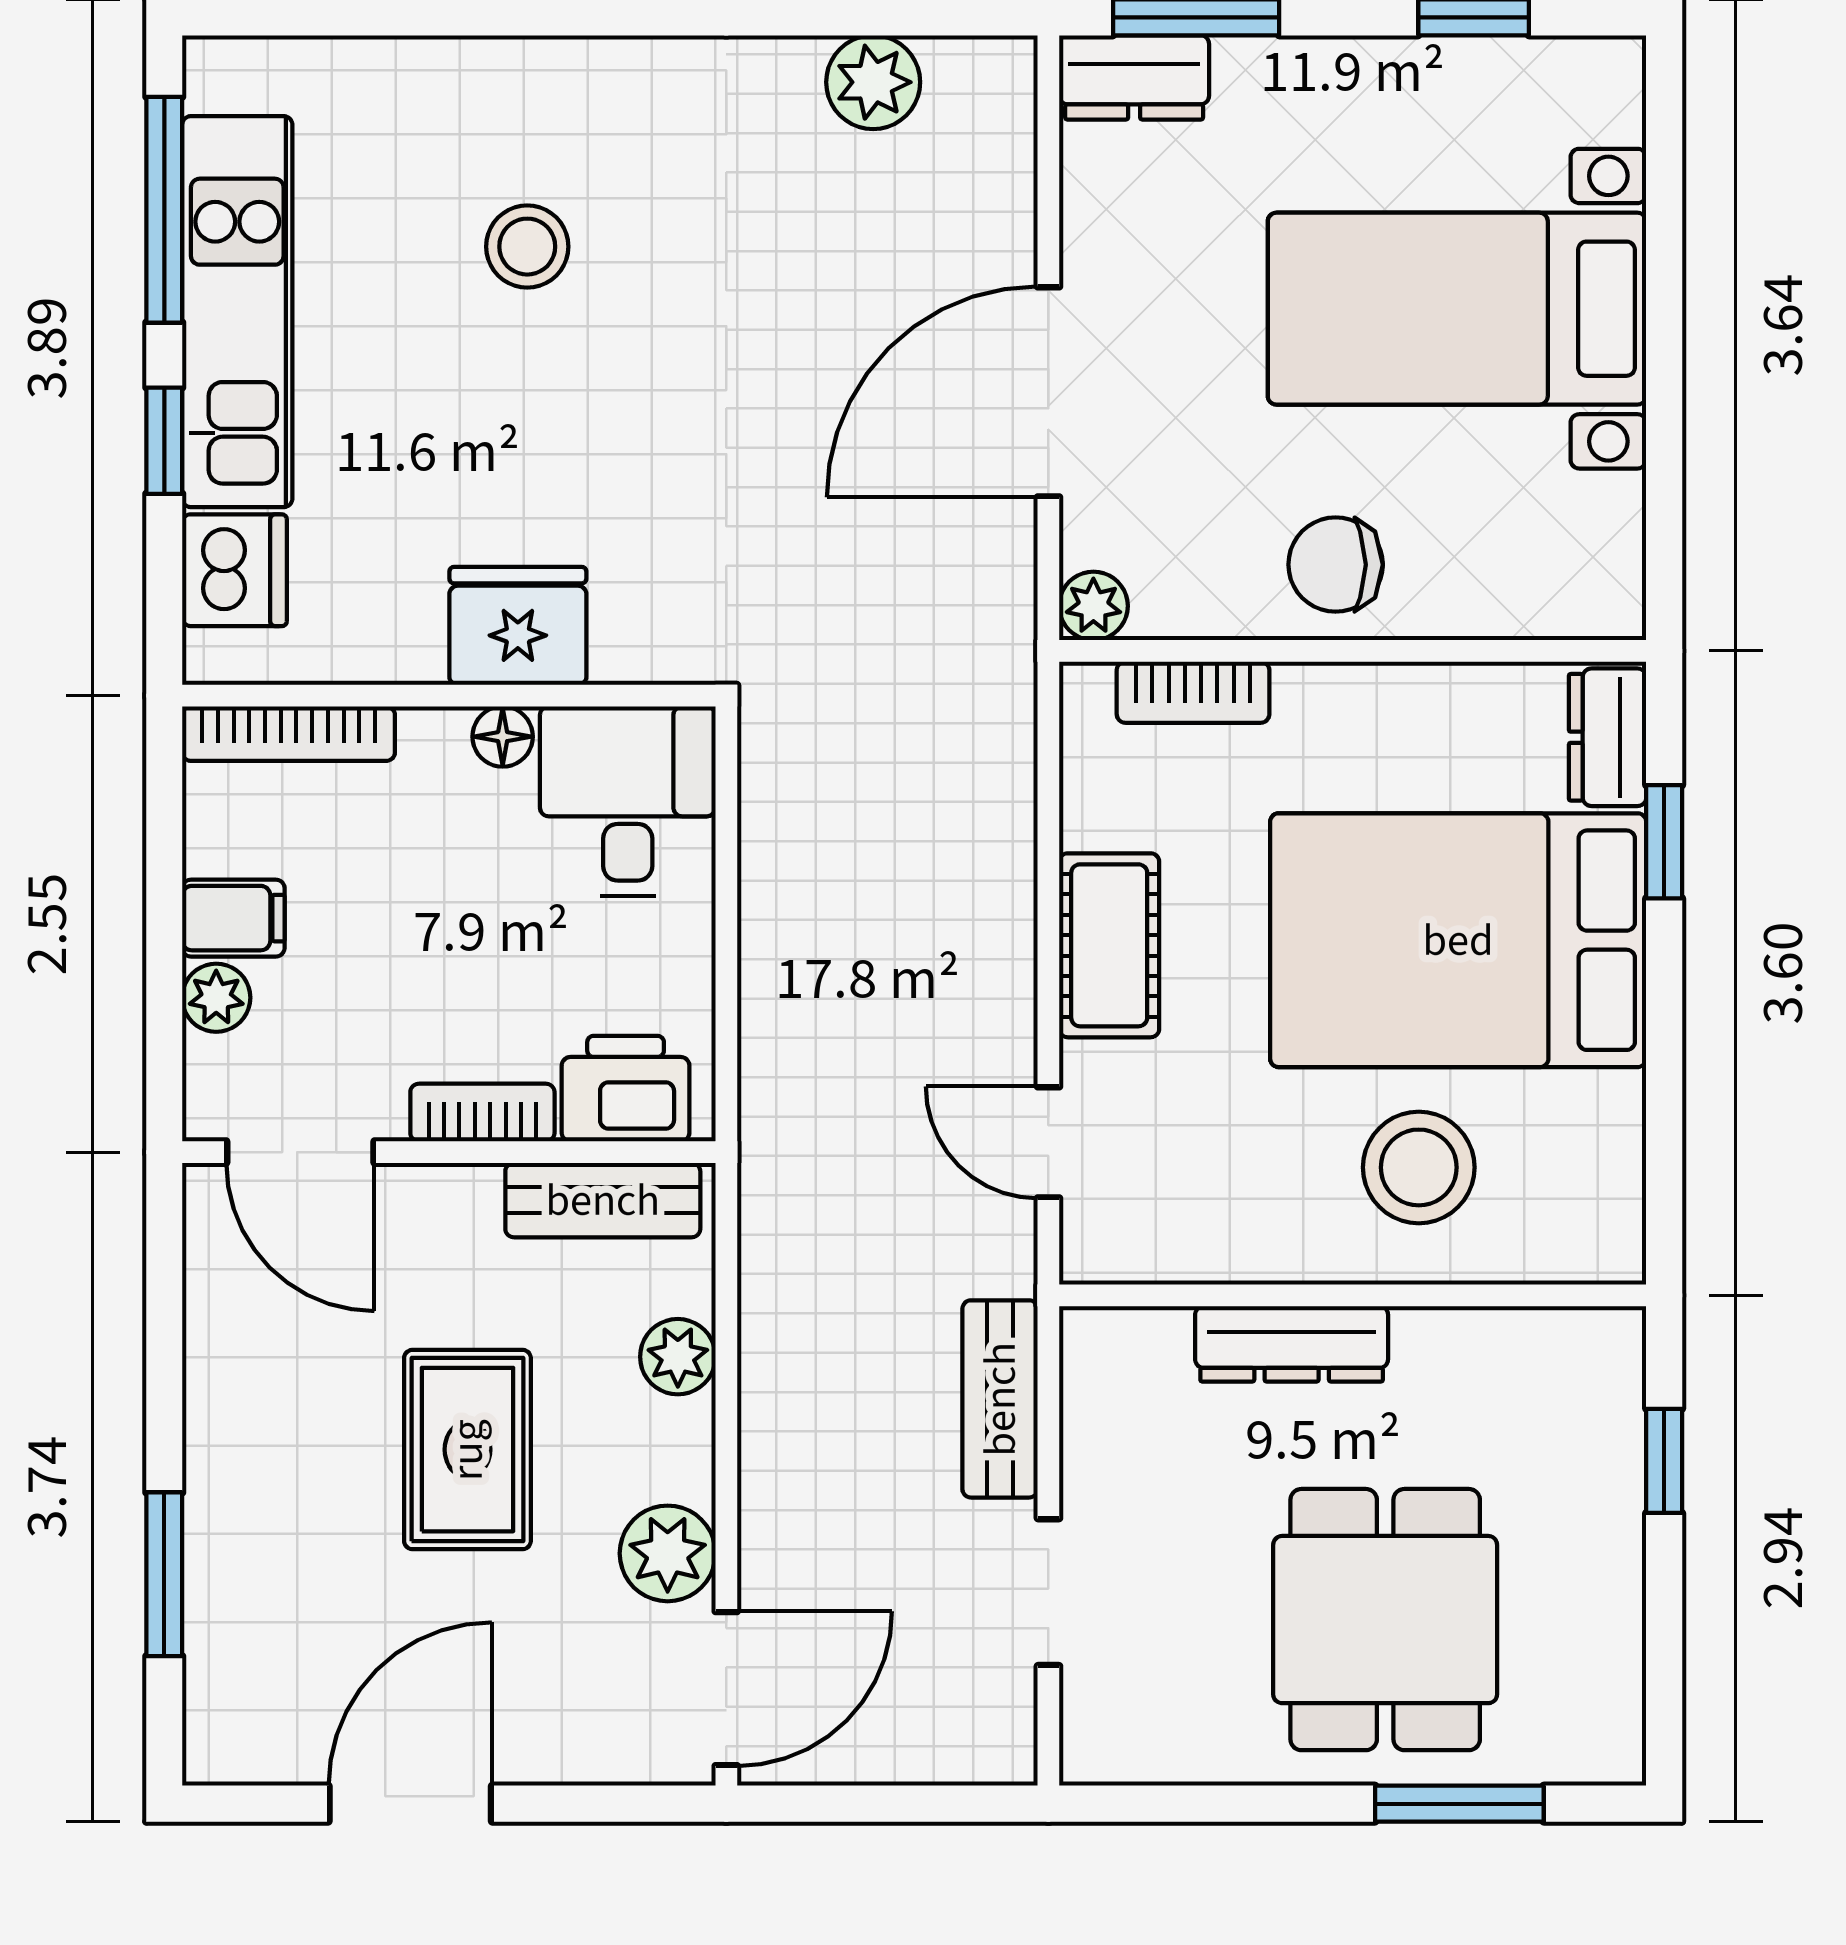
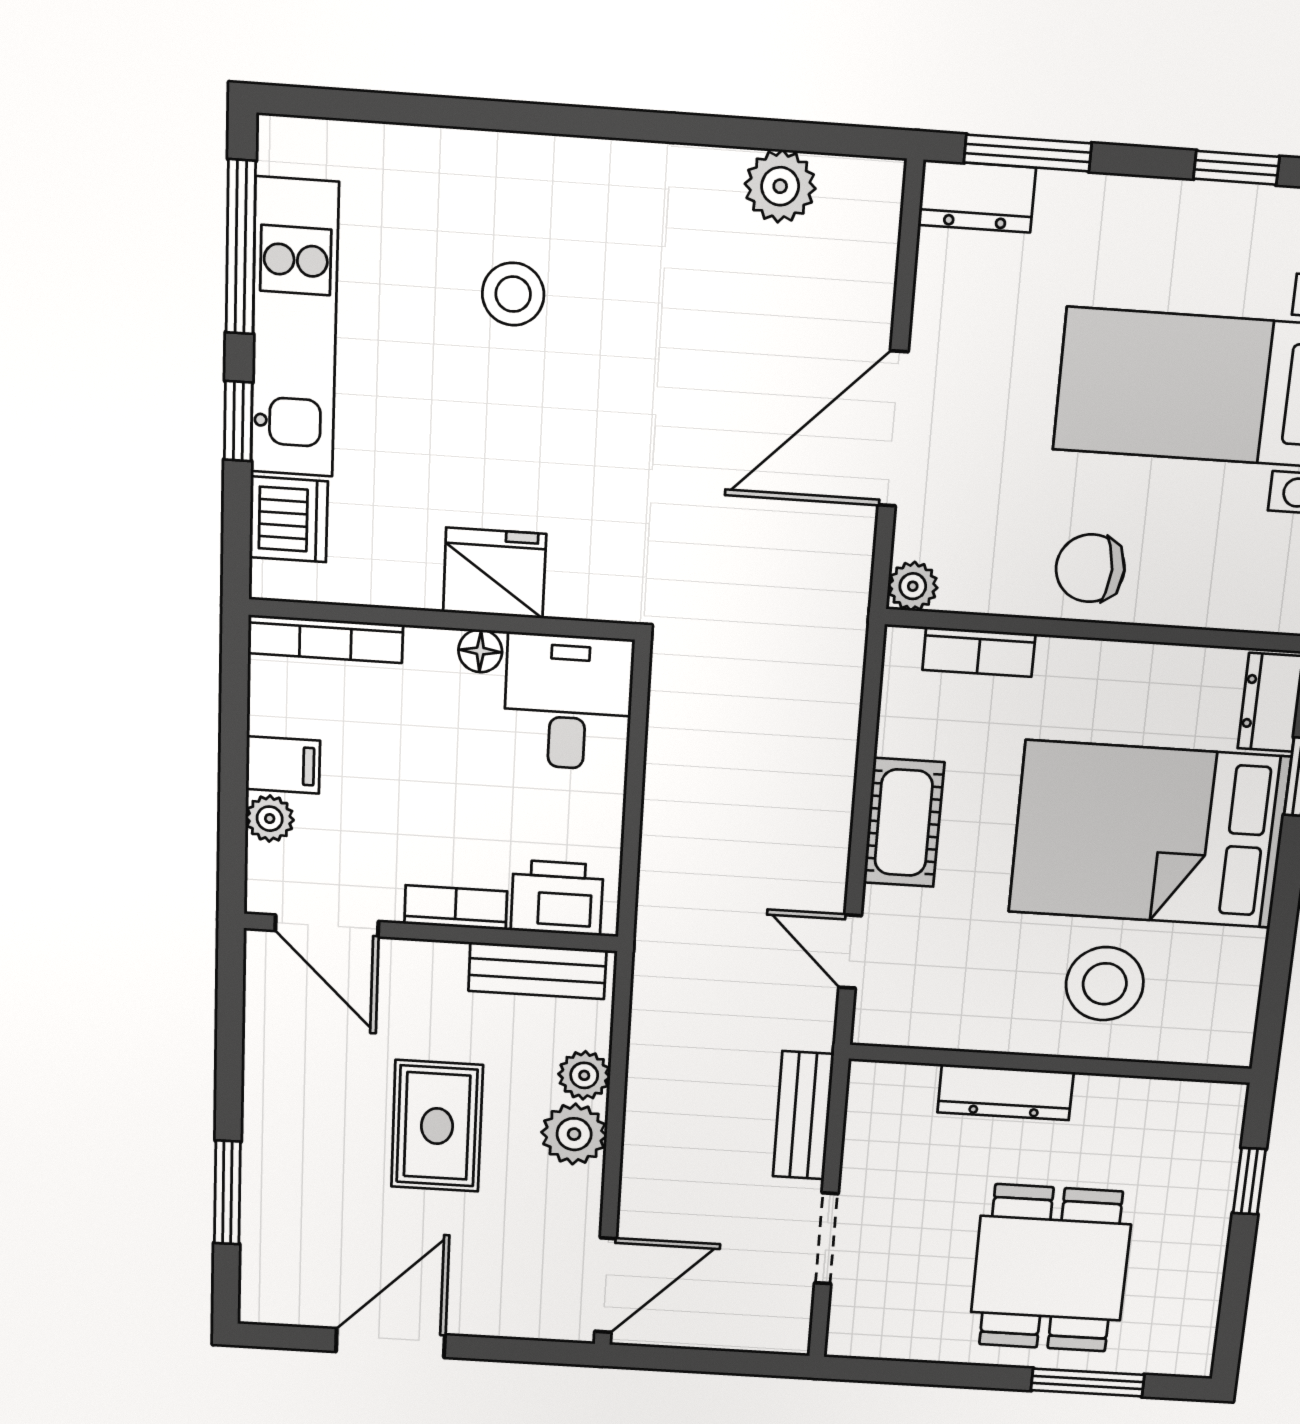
plant: (668, 1553) -> (574, 1134), moved

